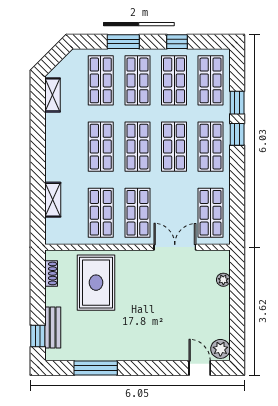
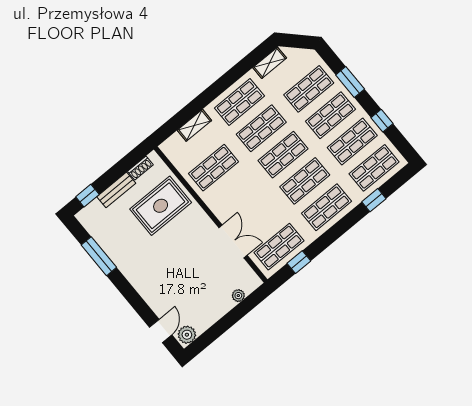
window: (237, 134) -> (299, 262), moved
shop shelf: (137, 213) -> (239, 102), moved
bench: (53, 327) -> (116, 190), moved

